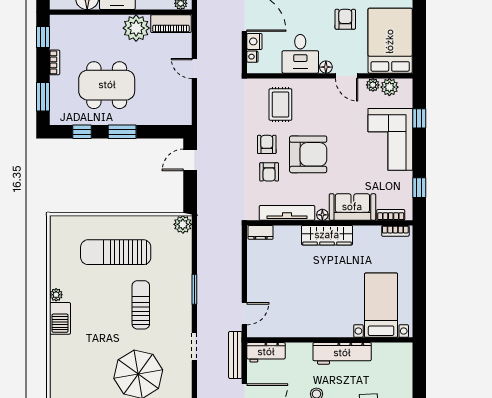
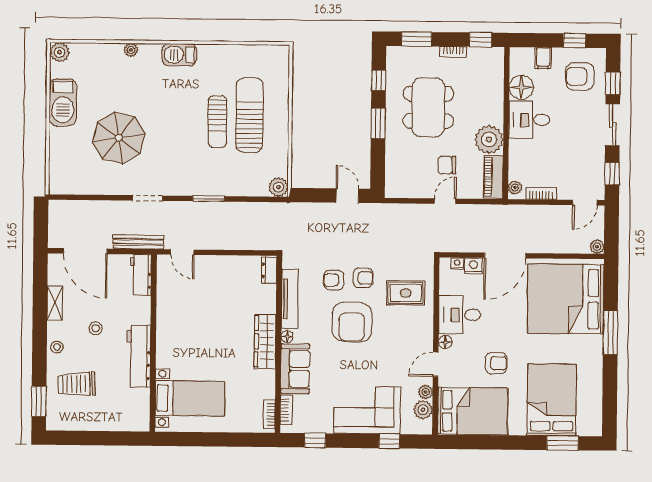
chair: (160, 67) -> (447, 165), added
plant: (56, 295) -> (131, 50), moved
sun lounger: (141, 305) -> (217, 122), moved, turned 90

